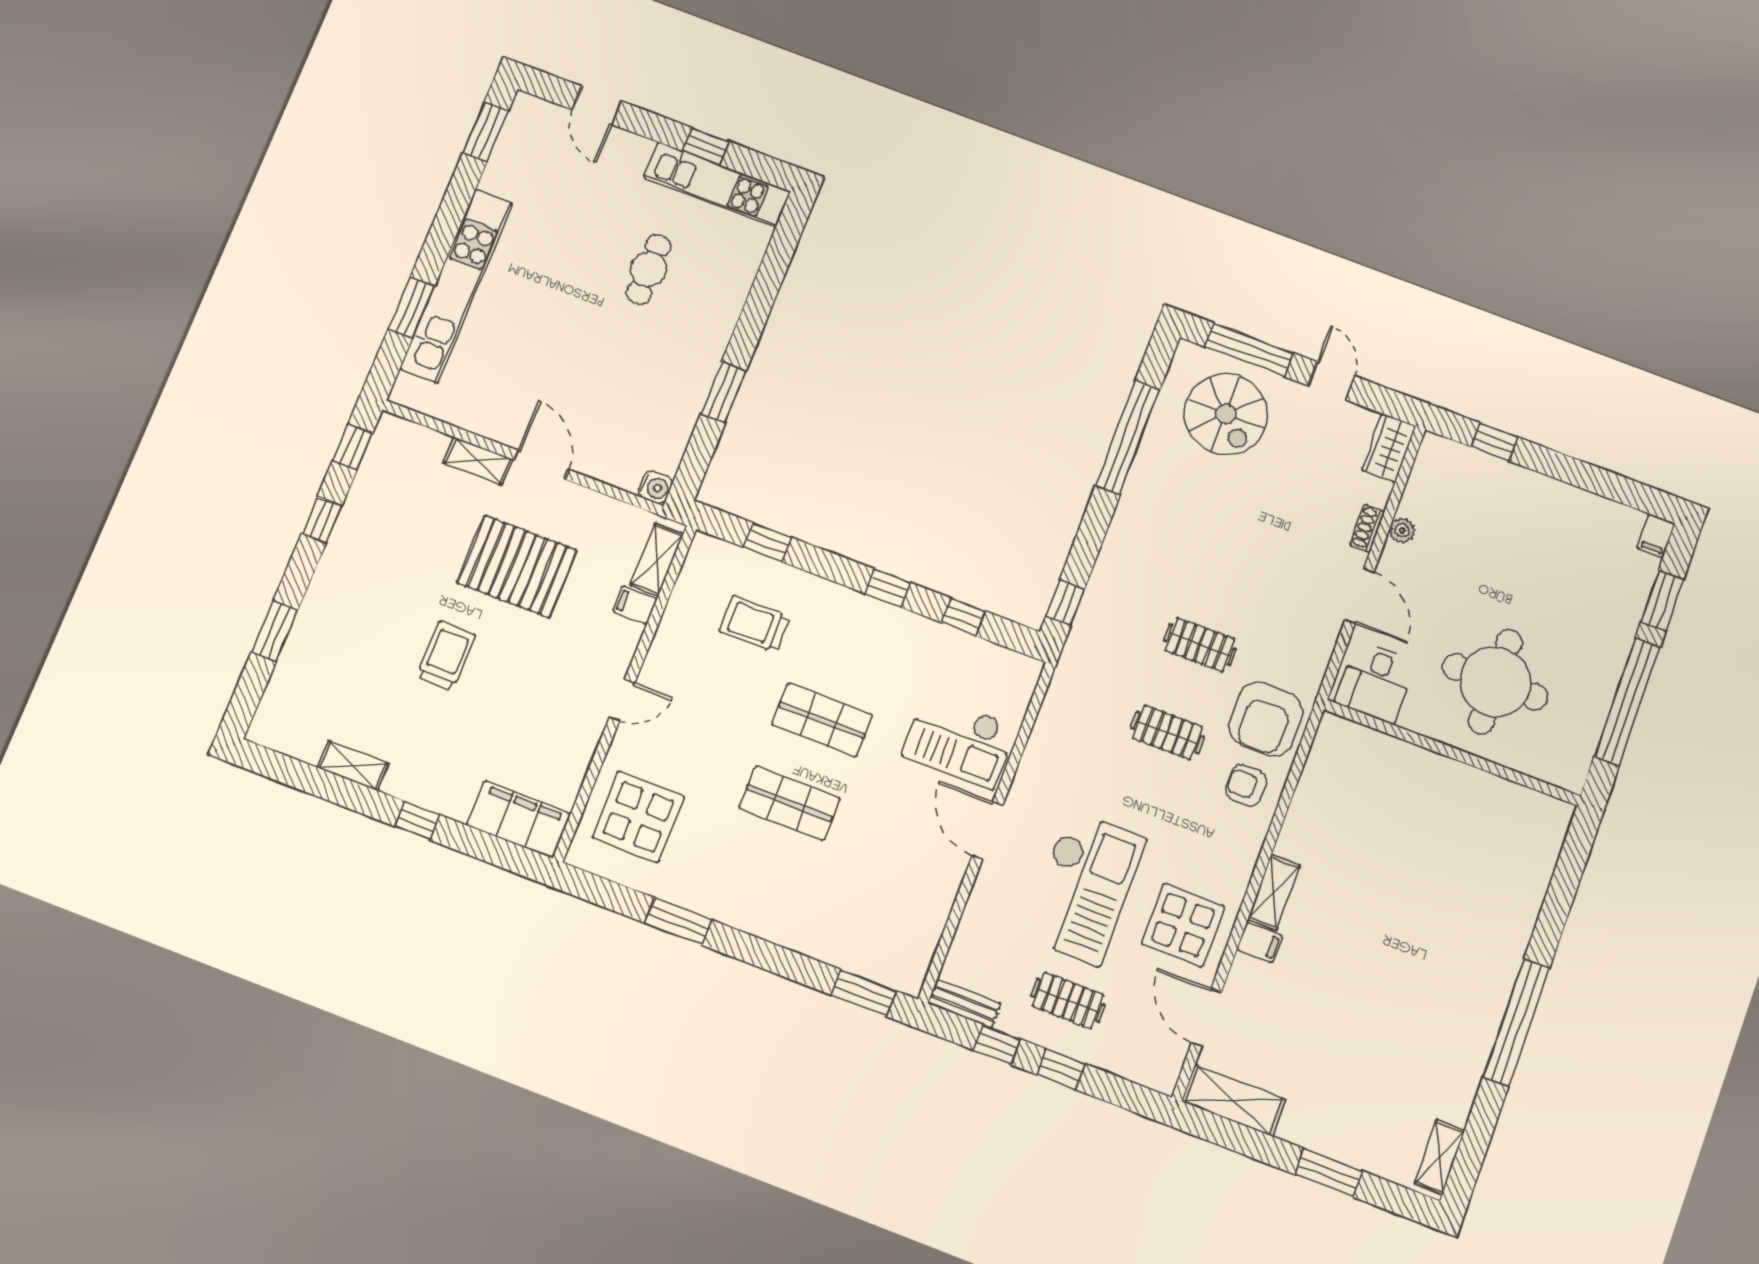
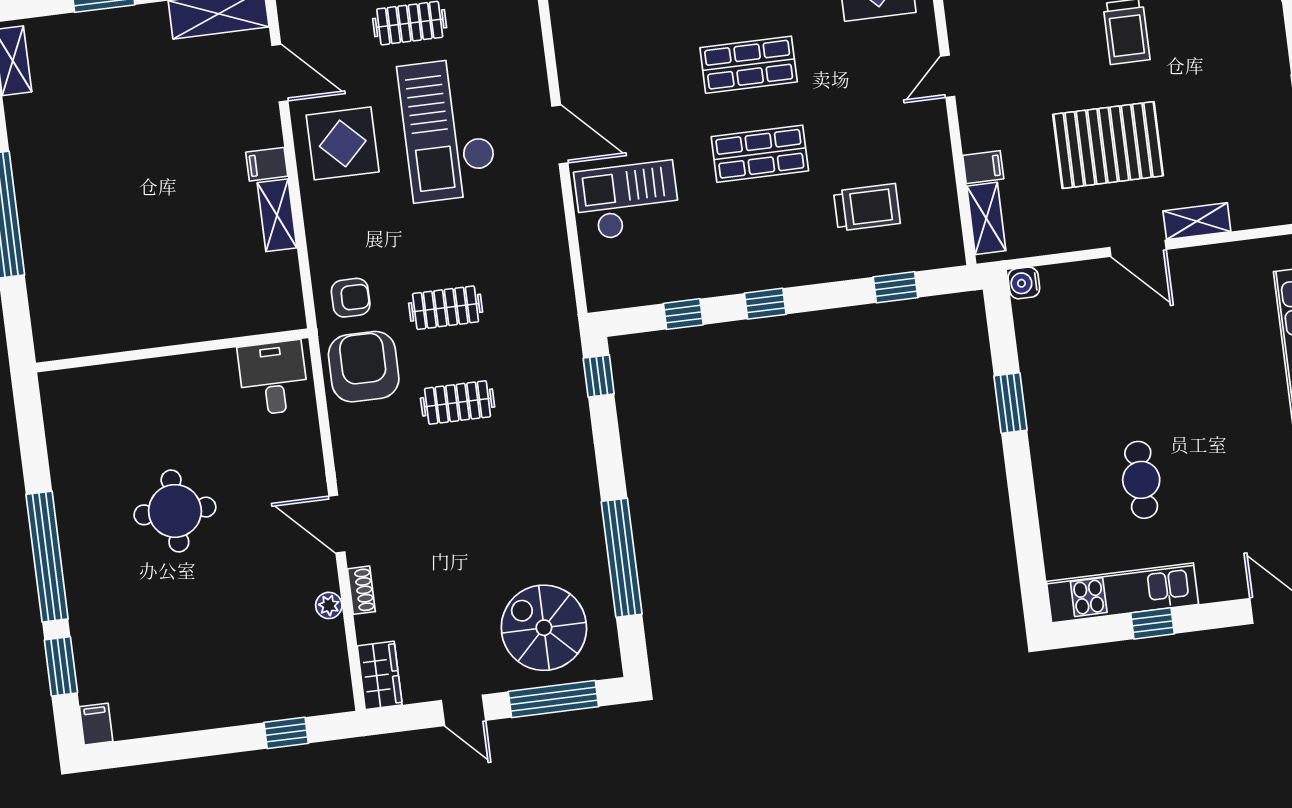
desk: (1375, 682) -> (273, 378), moved
round table: (1495, 682) -> (175, 511), width x0.73, depth x0.73
wall: (1452, 753) -> (172, 350), moved

